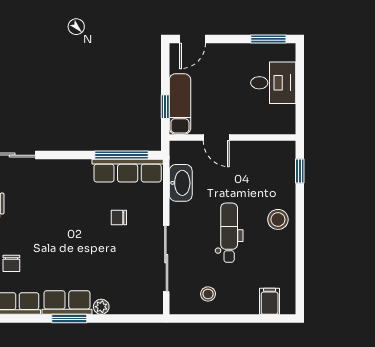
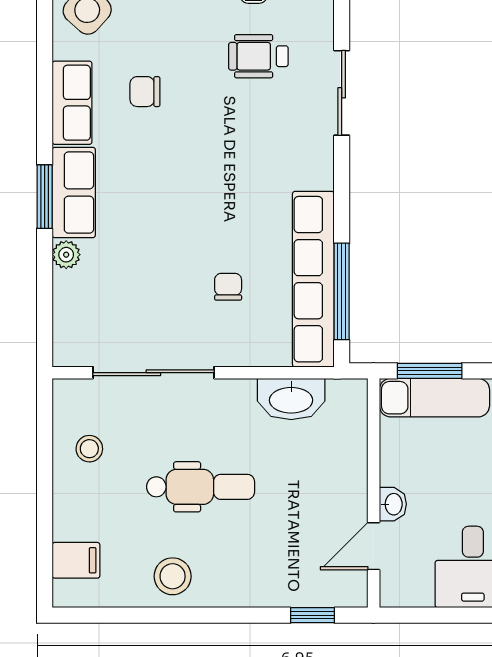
window: (165, 107) -> (430, 371), width x1.50
washbasin: (239, 127) -> (393, 504), added
door: (216, 137) -> (374, 546), moved
row of seats: (128, 171) -> (313, 279), width x1.36
stool: (278, 219) -> (173, 576), moved

